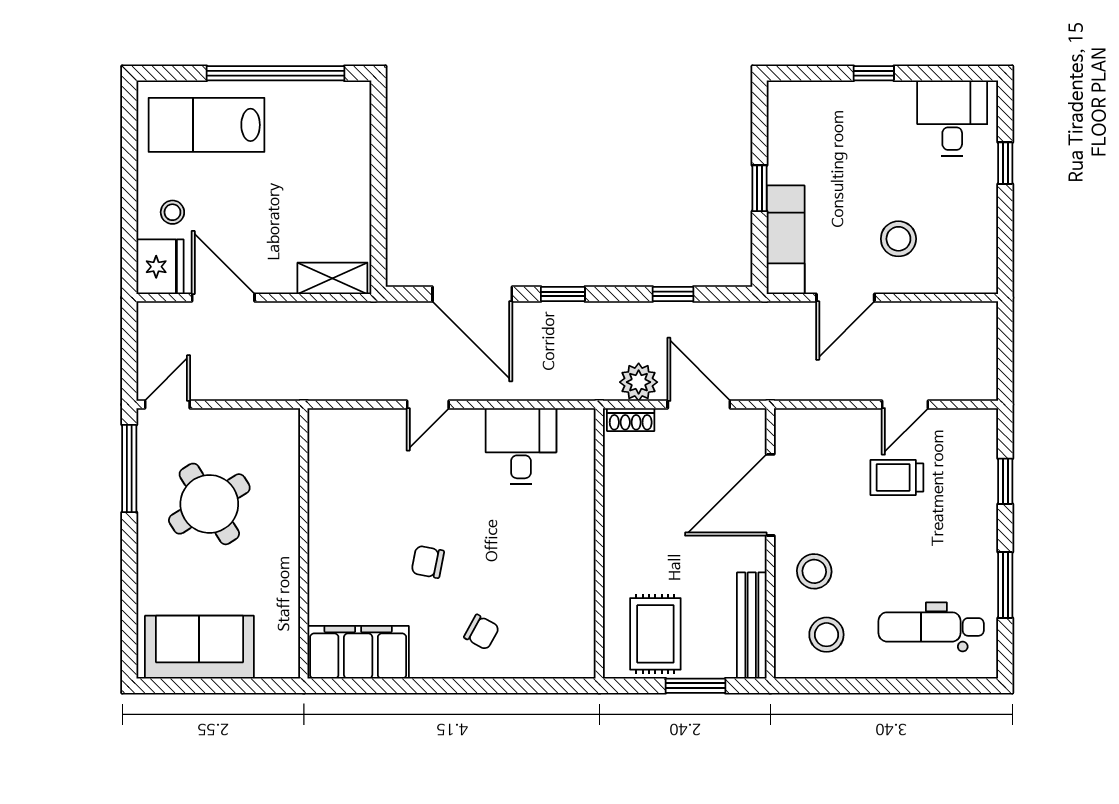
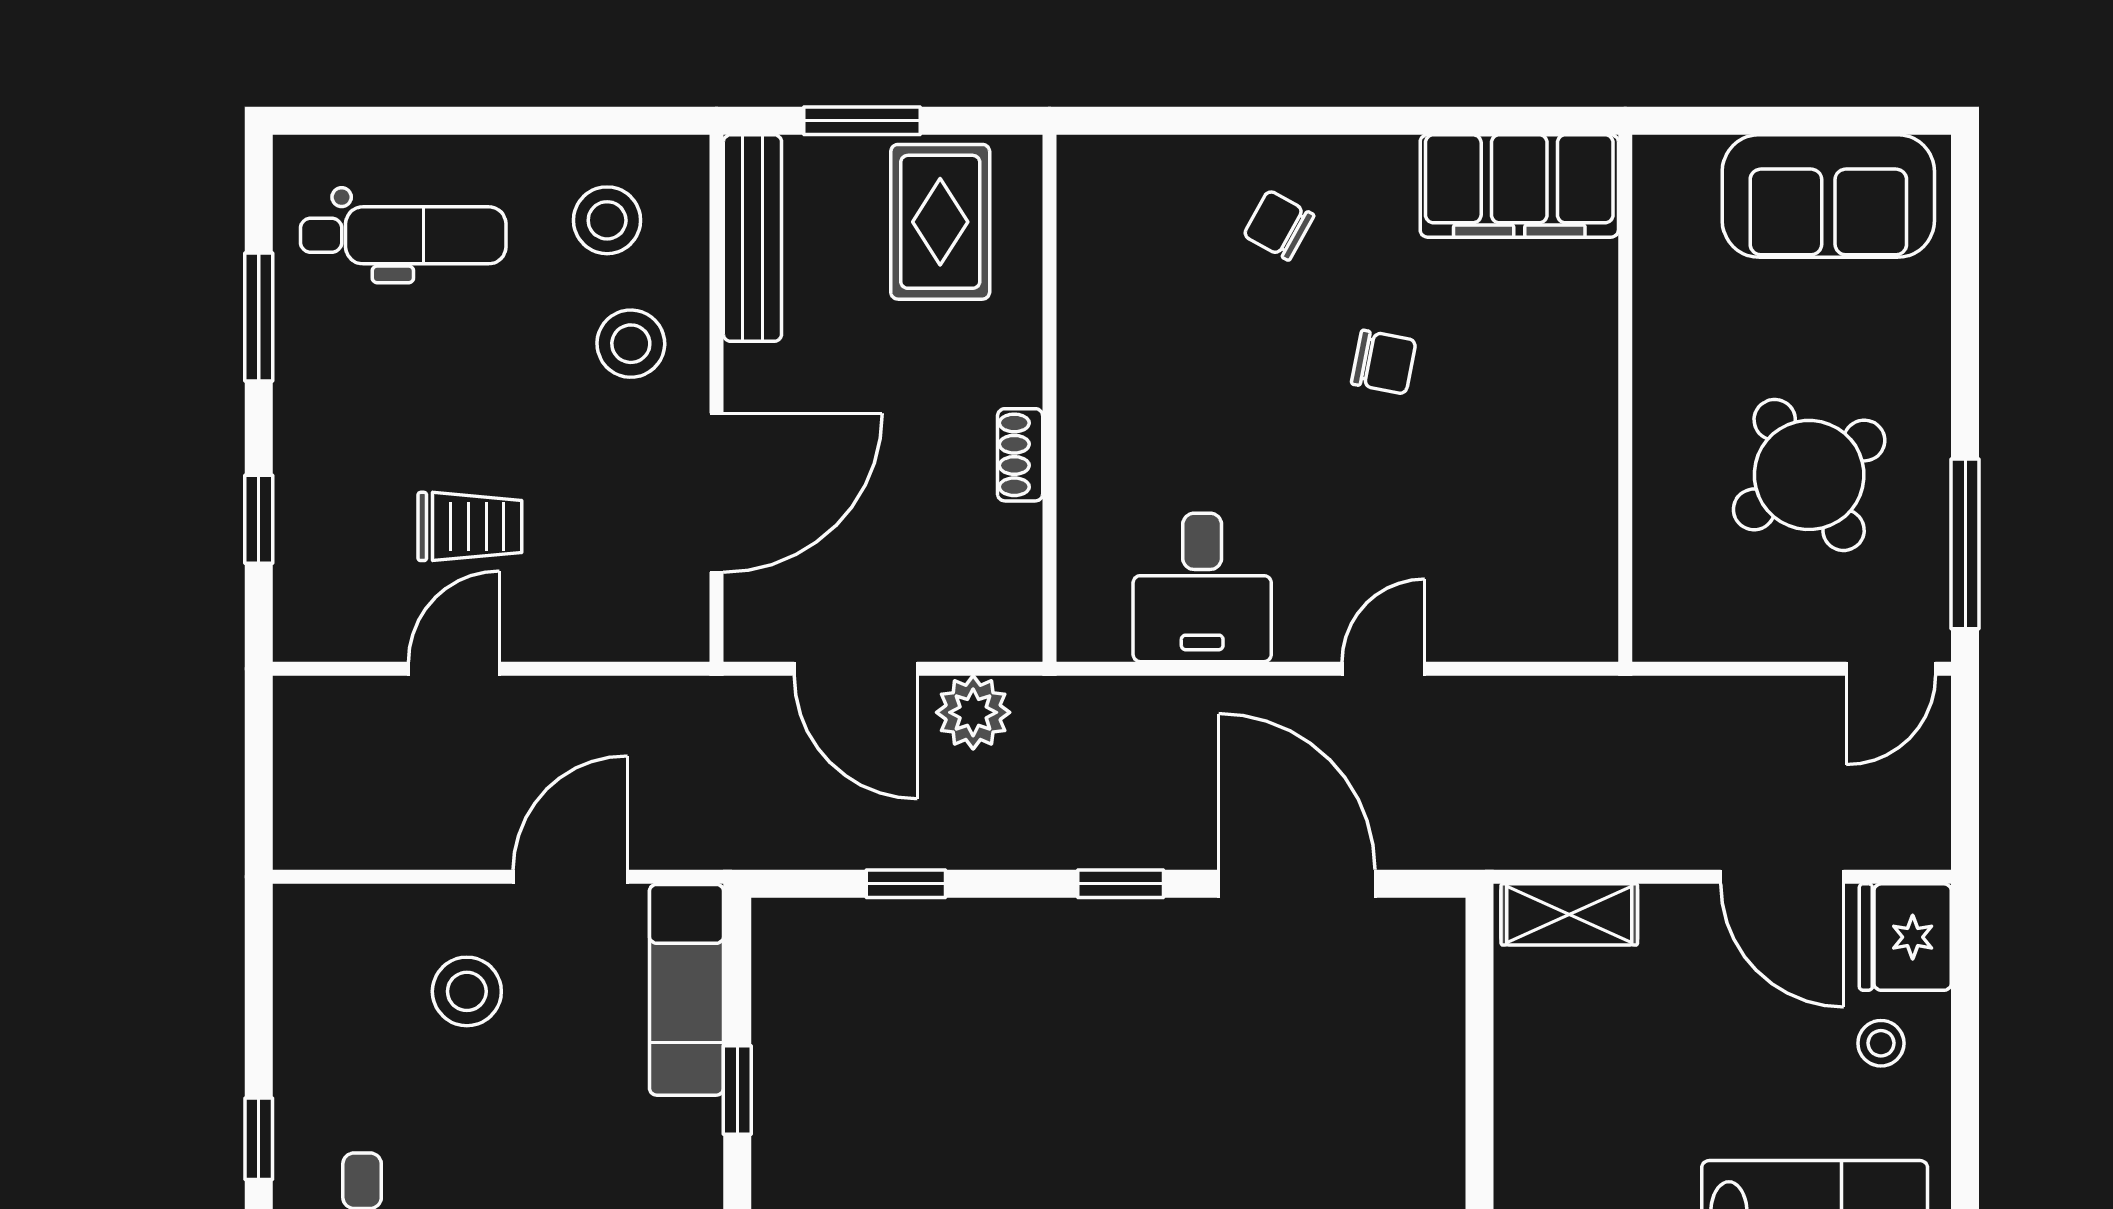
shoe rack: (631, 420) -> (1020, 455), moved, turned -90

